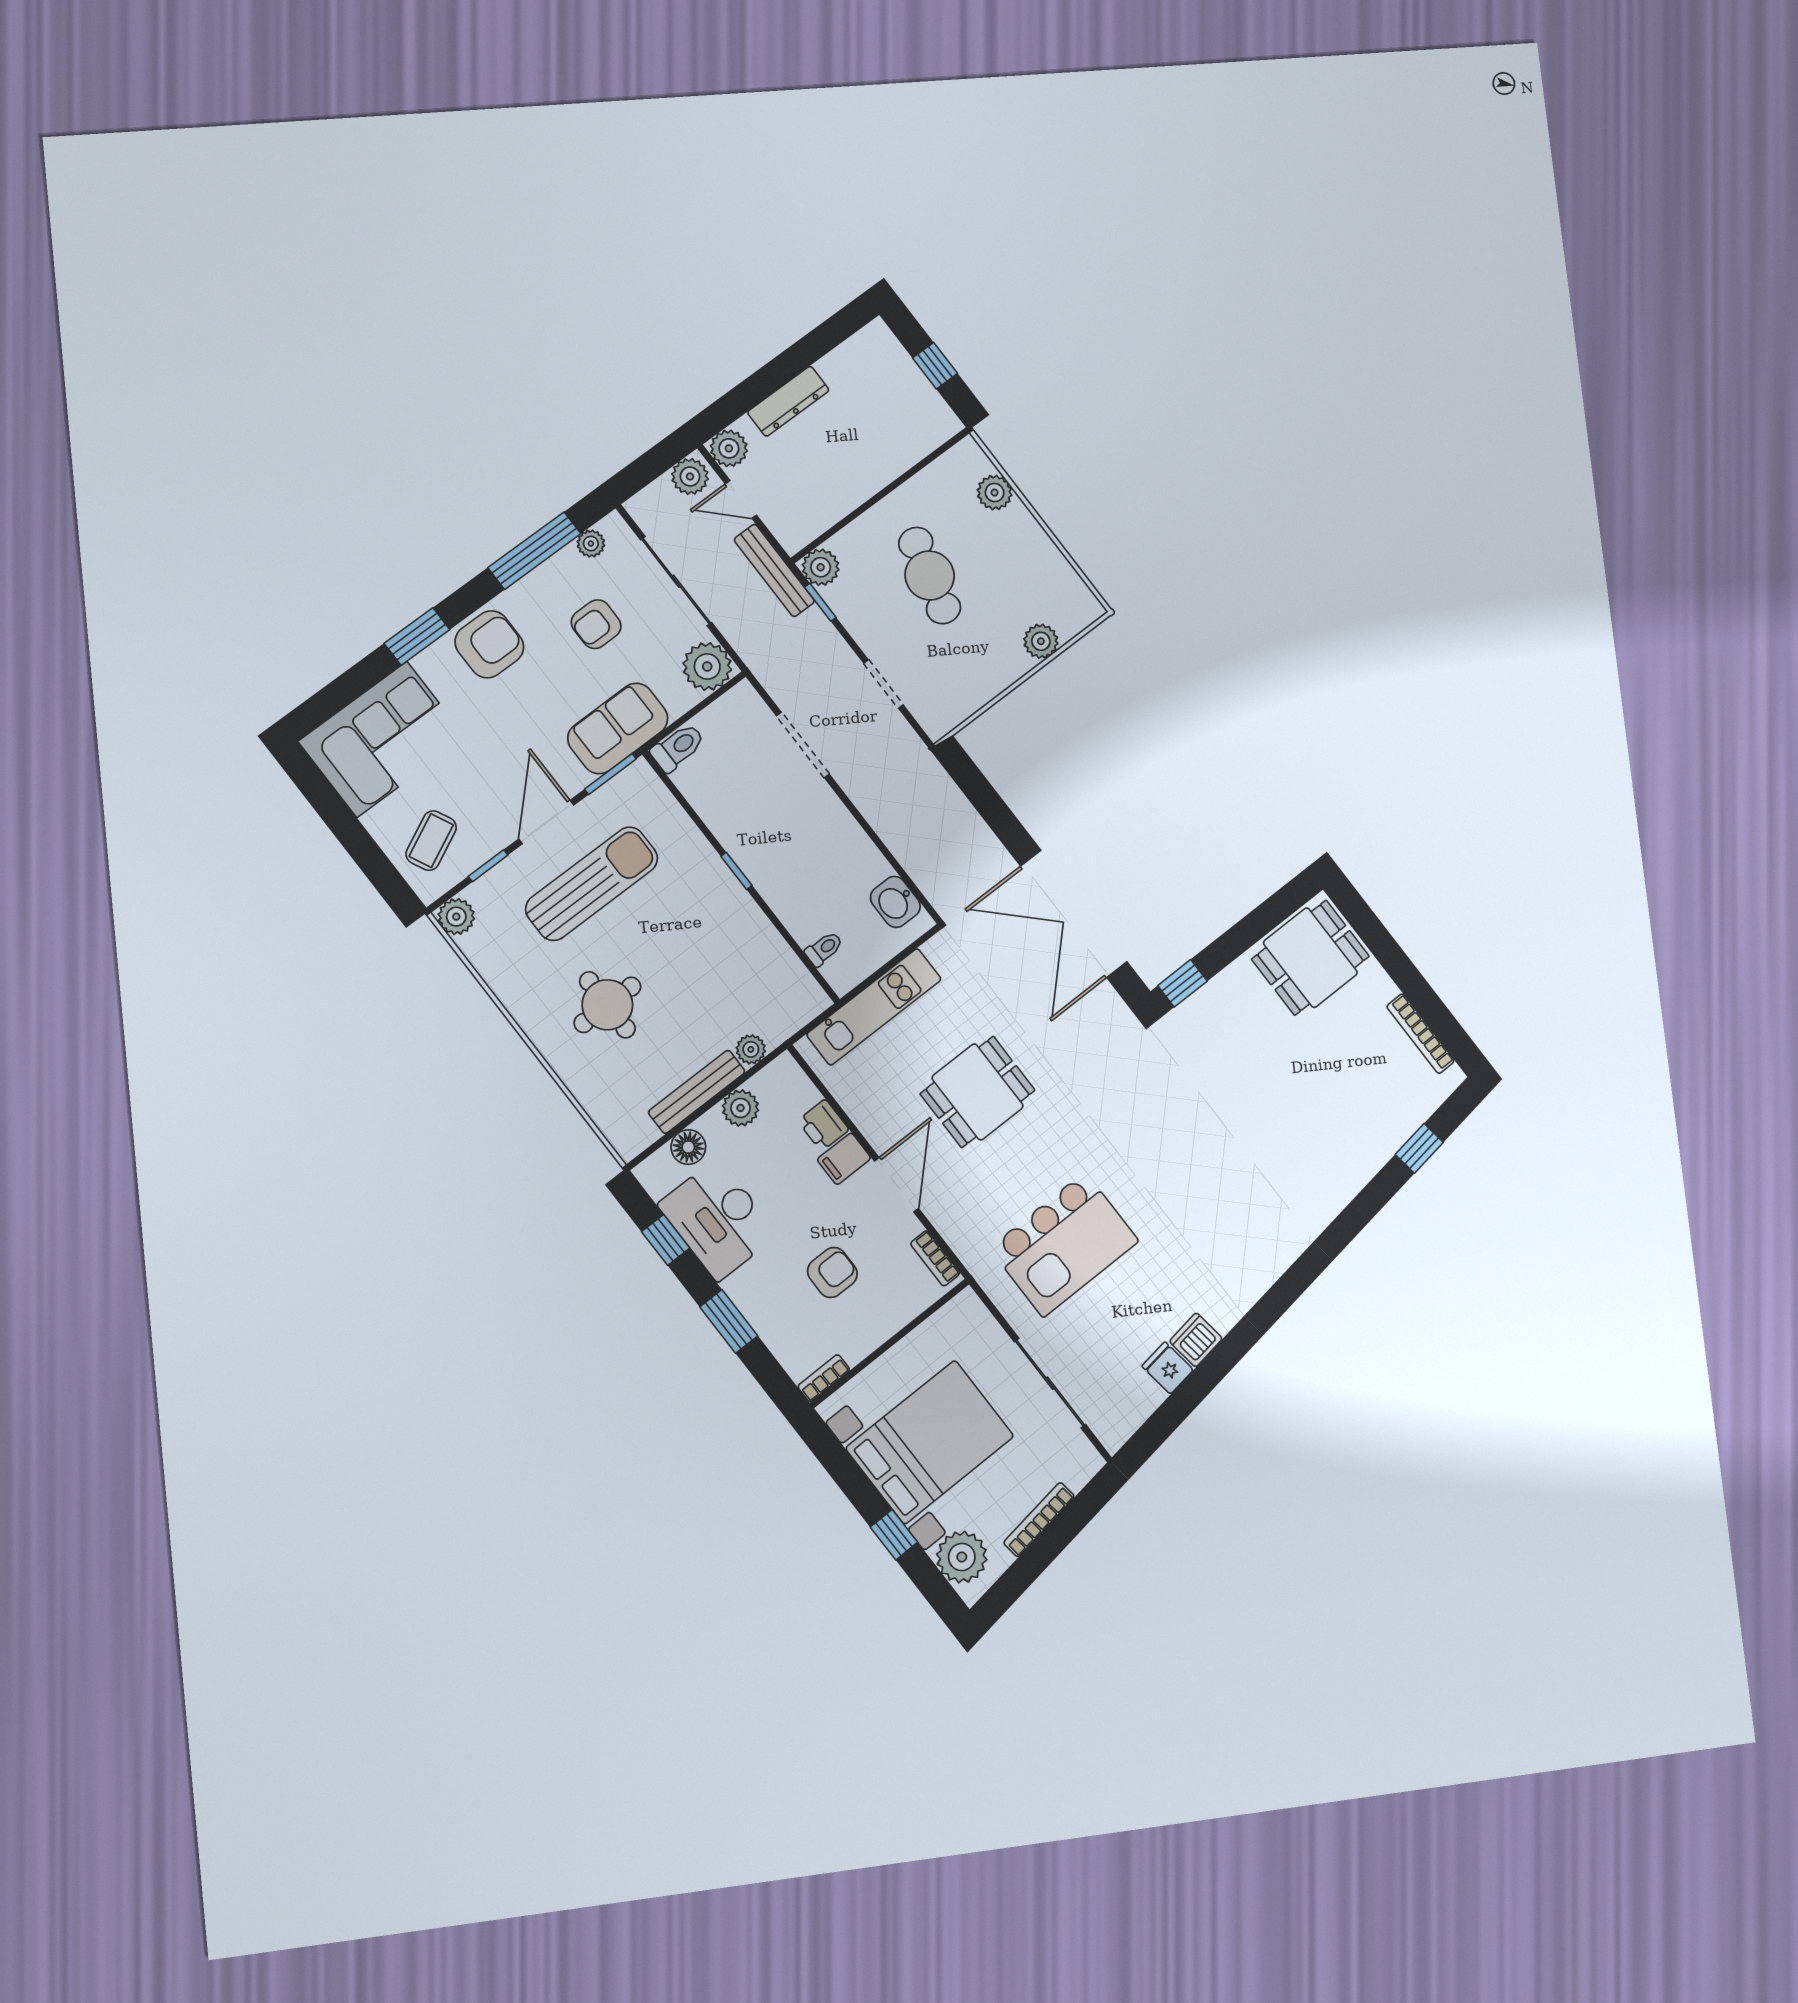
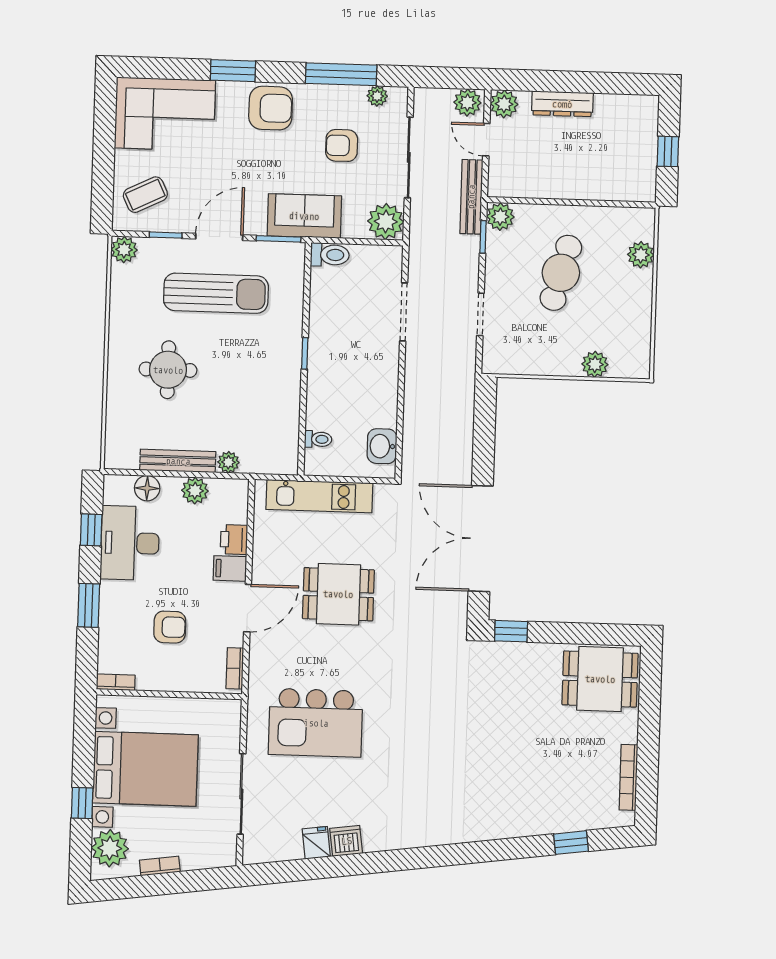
bookcase: (1039, 1520) -> (160, 866), width x0.64

